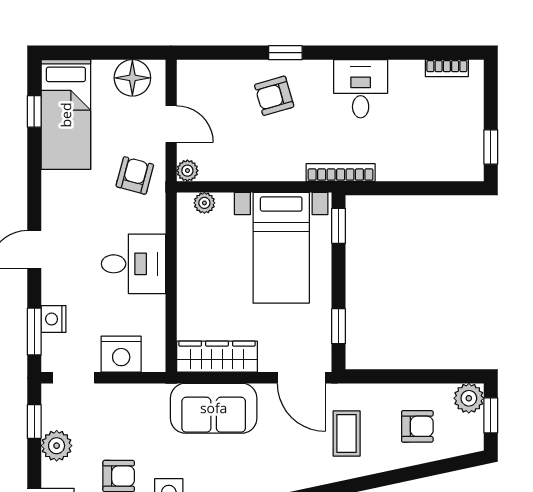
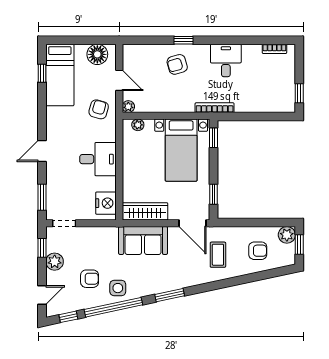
nightstand: (54, 319) -> (53, 190), removed
nightstand: (121, 354) -> (106, 203), moved, turned -90

